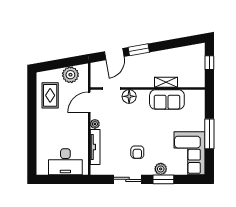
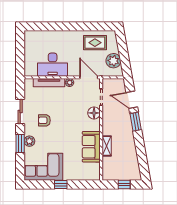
window: (209, 134) -> (61, 184), width x0.46
desk: (65, 162) -> (53, 65), moved, turned -90

